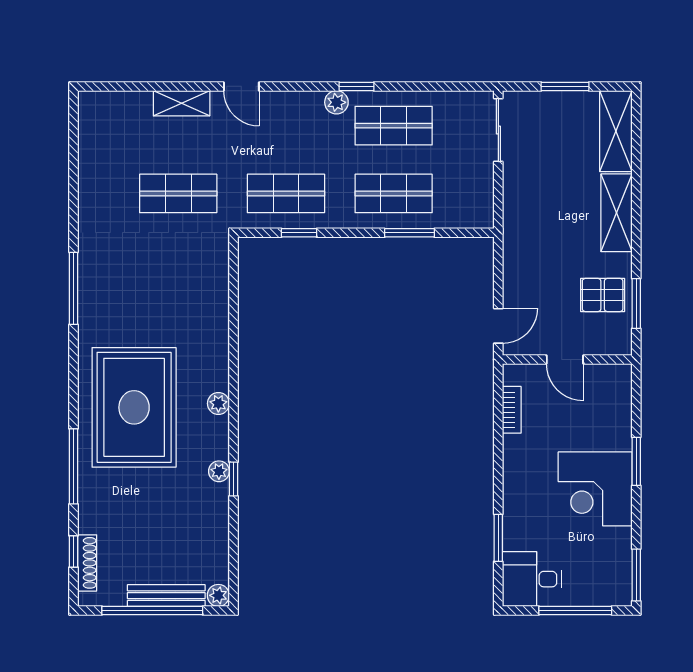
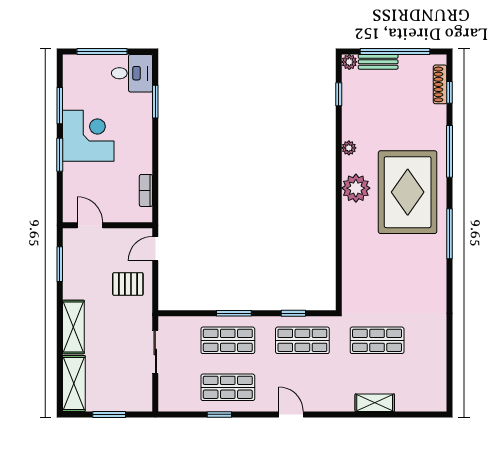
door: (241, 86) -> (291, 414), moved
window: (356, 86) -> (219, 414), moved
plant: (336, 102) -> (267, 403), removed
sliding door: (498, 130) -> (155, 352), moved
window: (410, 233) -> (234, 313), moved
window: (73, 288) -> (450, 234), moved
pallet: (603, 295) -> (128, 284), moved
door: (565, 360) -> (90, 225), moved
plant: (218, 403) -> (356, 188), width x1.88, depth x1.88
window: (233, 479) -> (339, 94), moved
window: (636, 575) -> (60, 106), moved
bench: (166, 596) -> (378, 62), width x0.73

